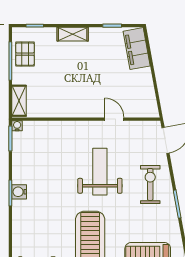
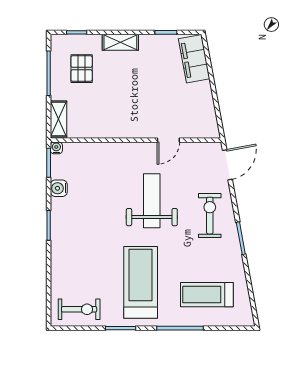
pallet: (25, 54) -> (82, 69), moved
door: (114, 119) -> (168, 140), swing flipped
water cooler: (19, 192) -> (59, 188), moved

